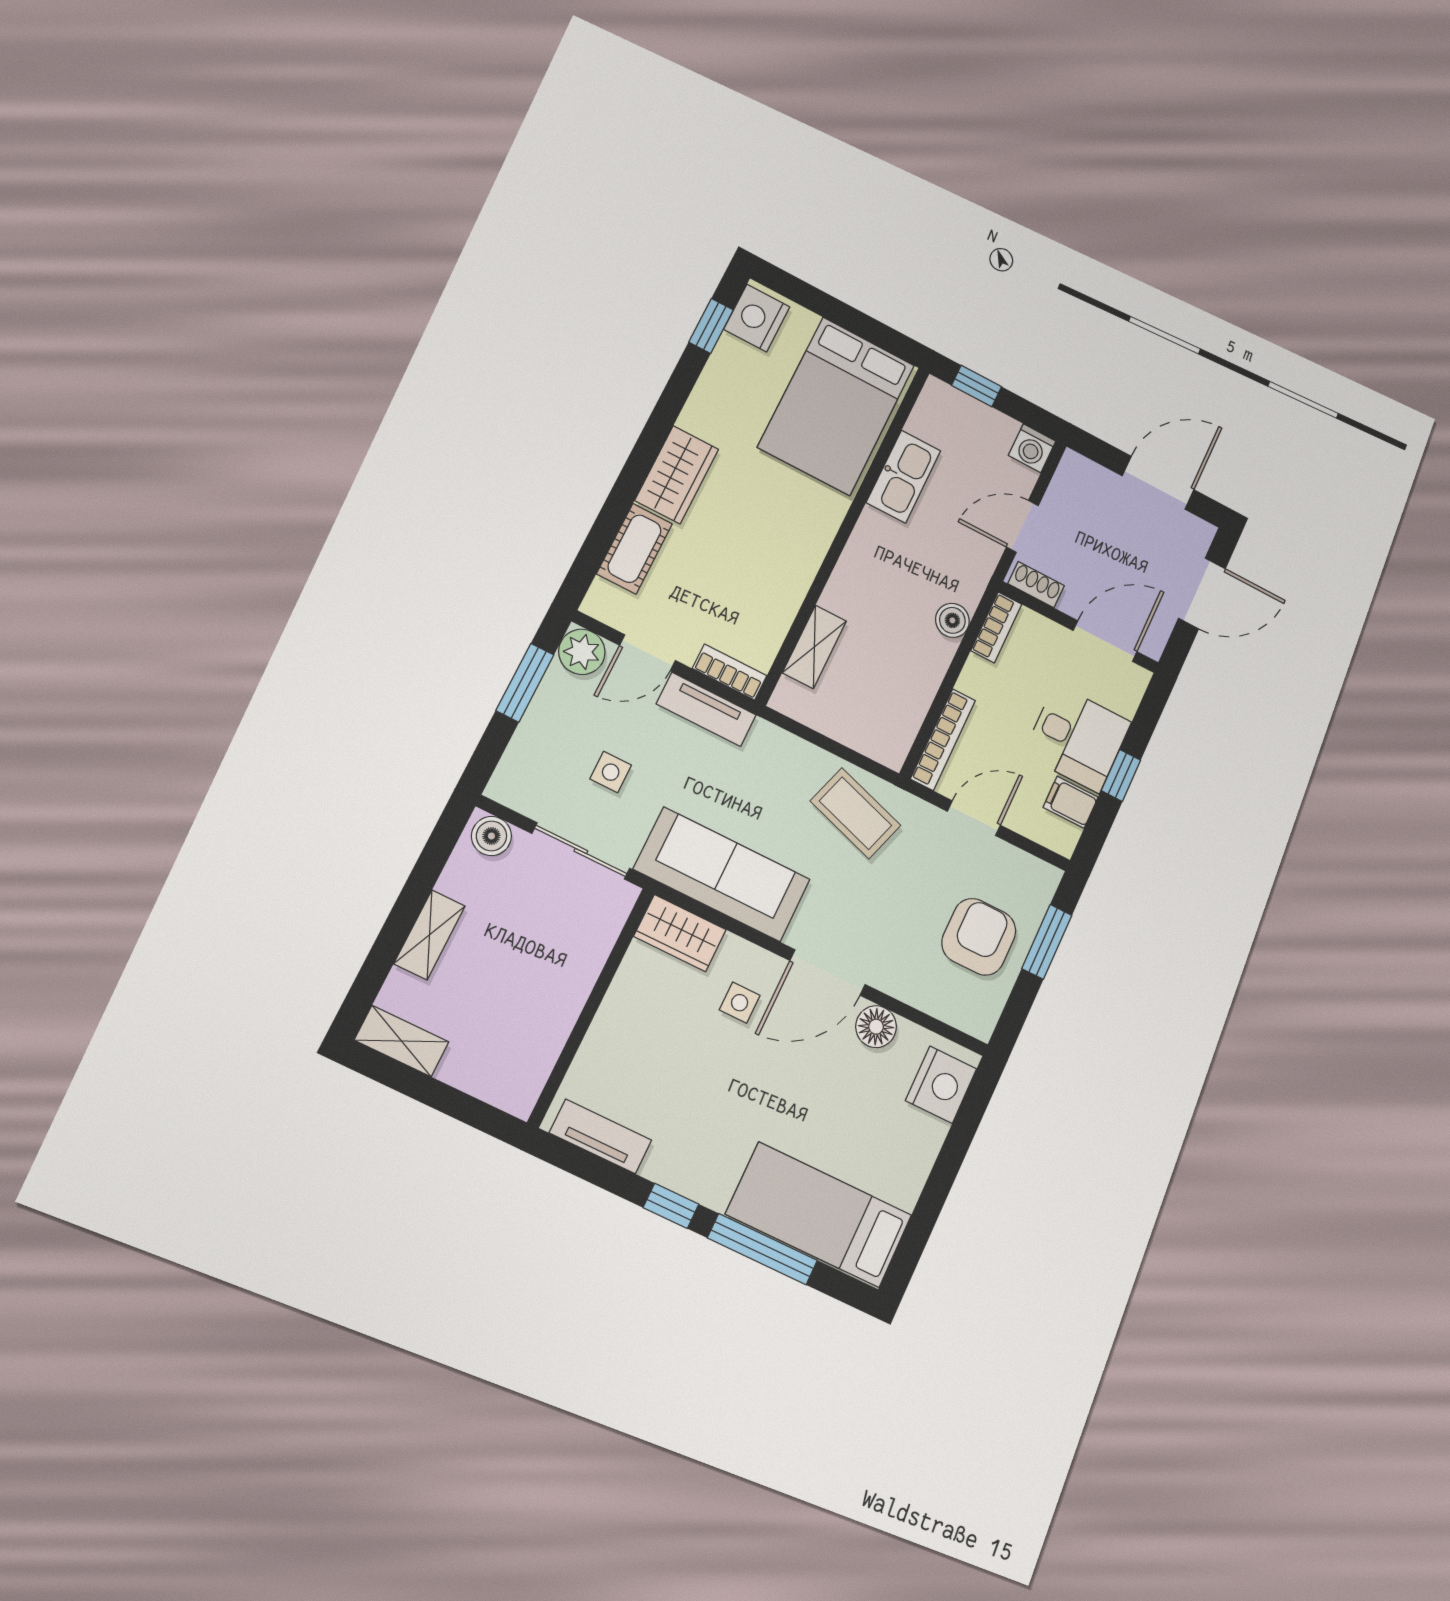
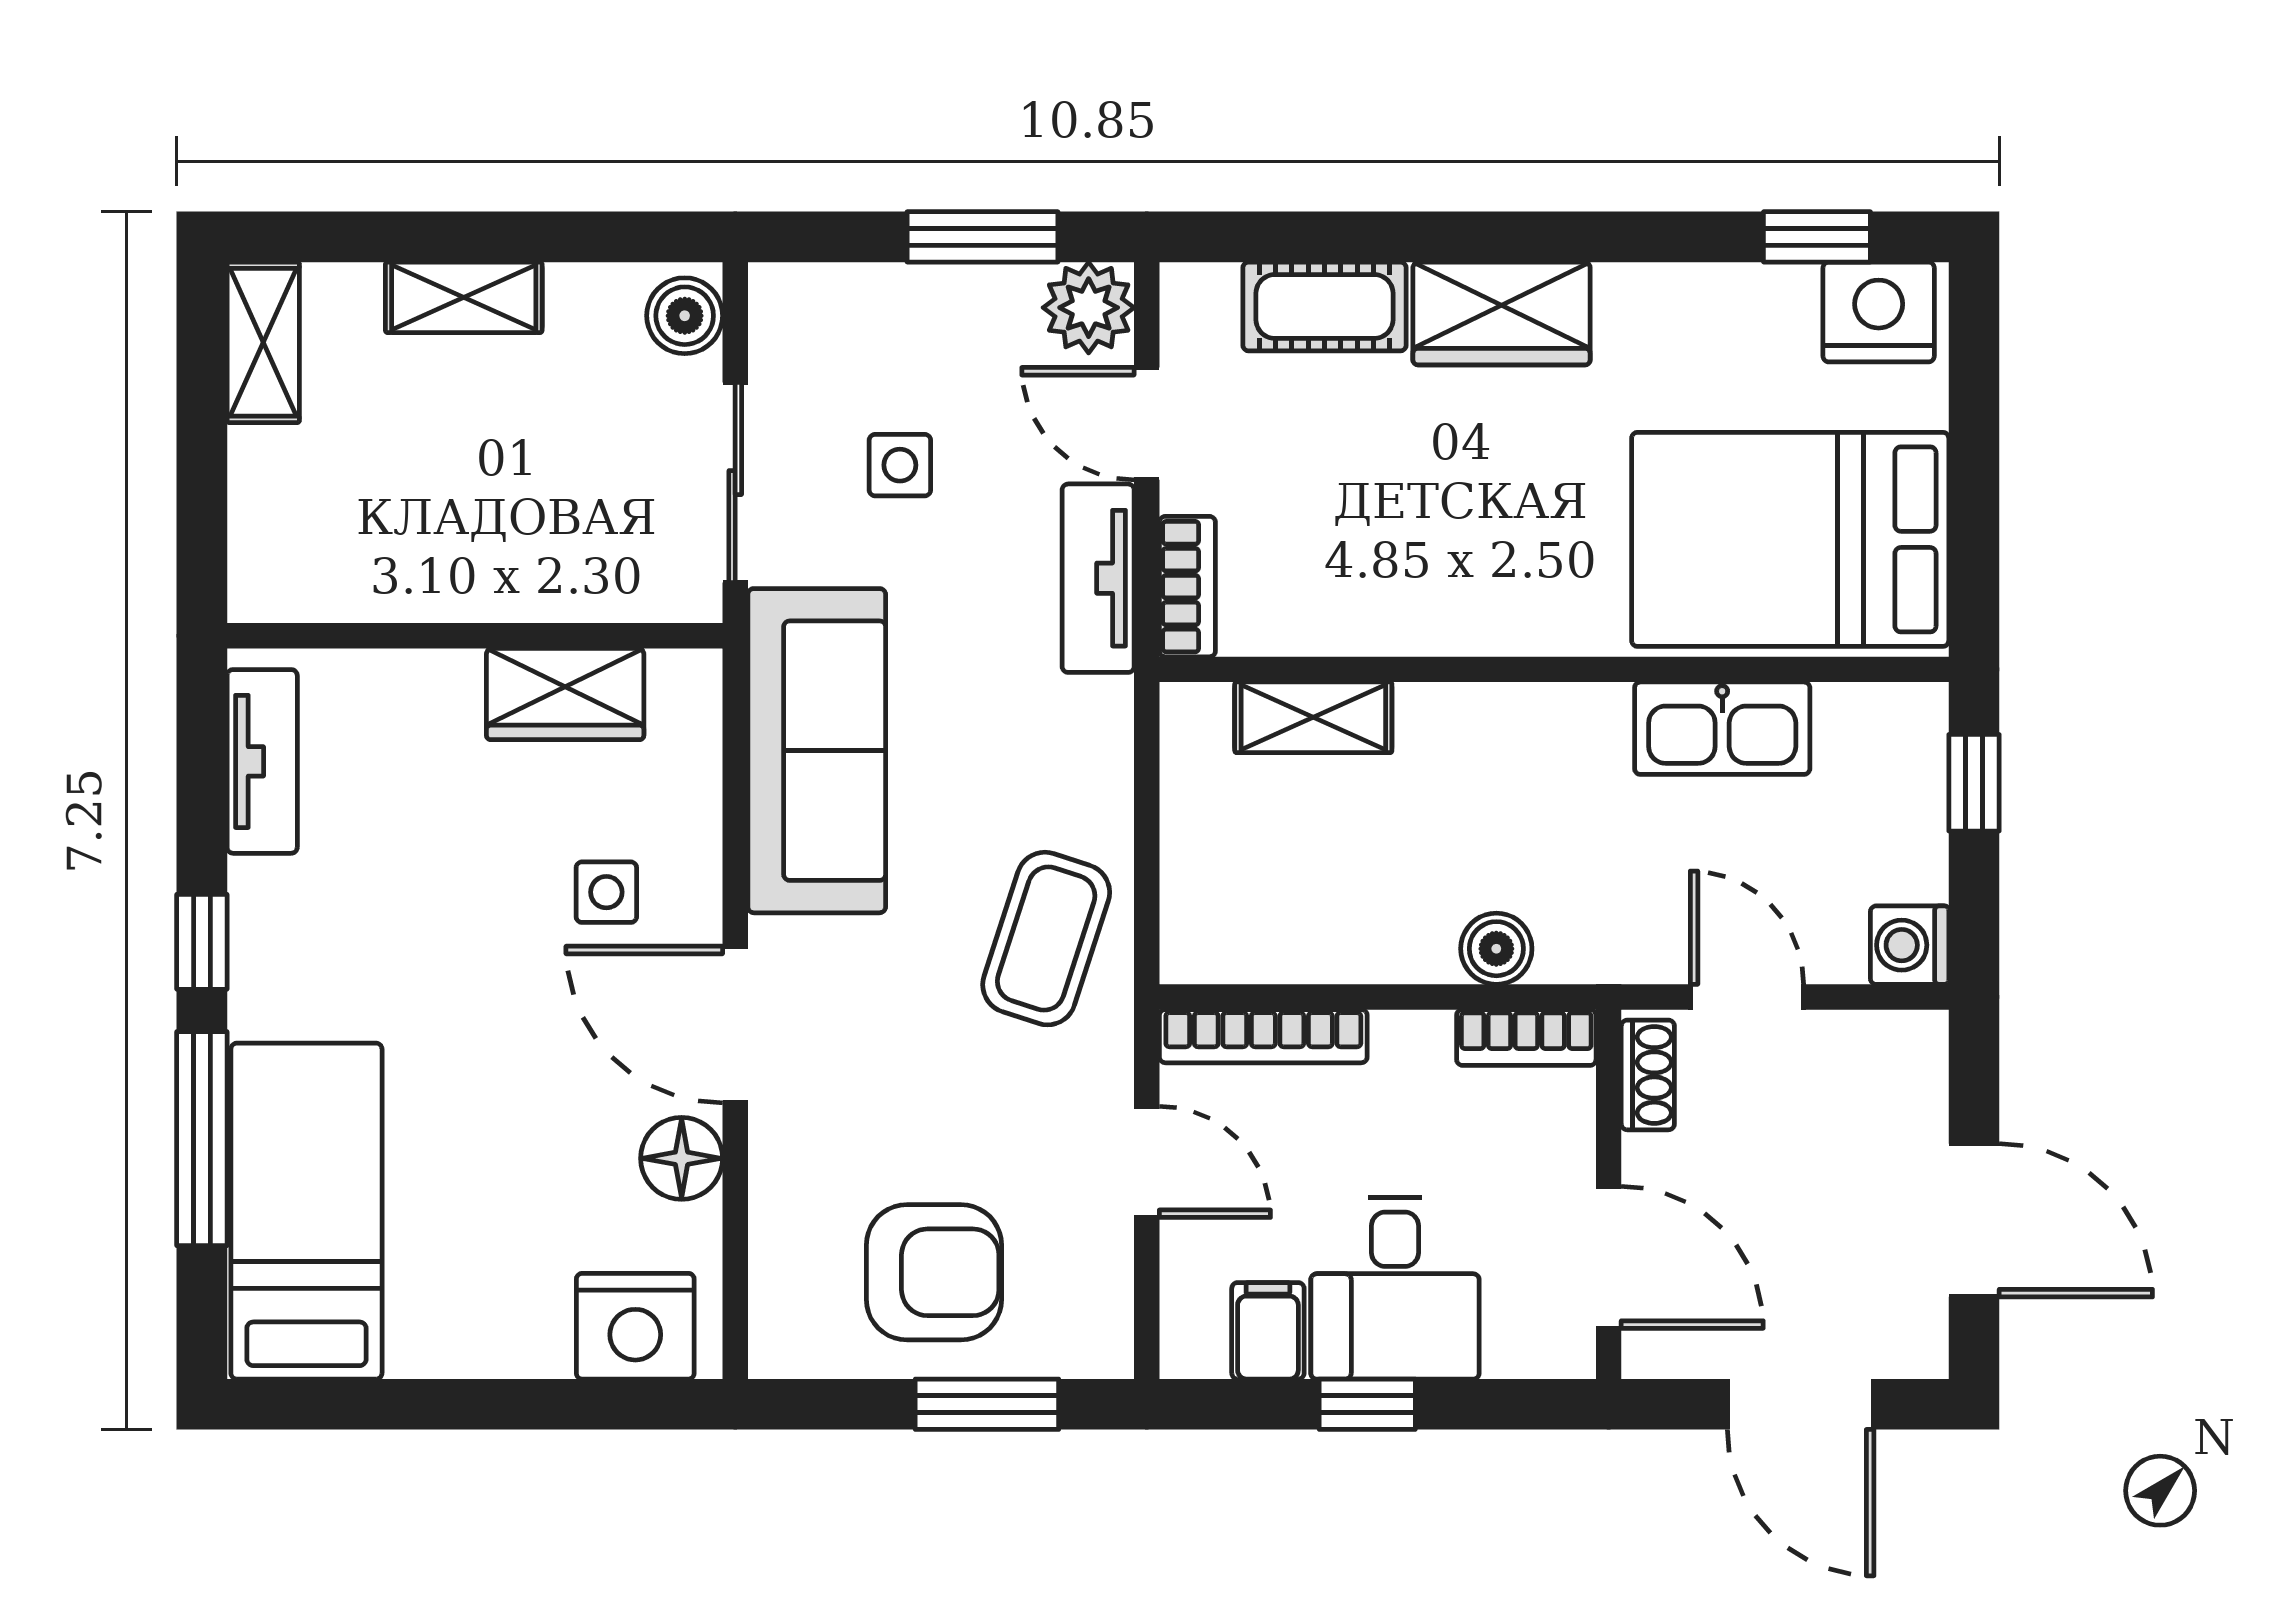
wardrobe: (680, 933) -> (565, 694), moved, turned -90

